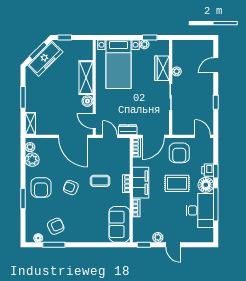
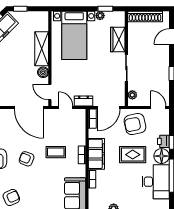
shoe rack: (189, 45) -> (145, 16), added
plant: (177, 71) -> (132, 95), moved
armchair: (179, 153) -> (135, 124), turned 78

